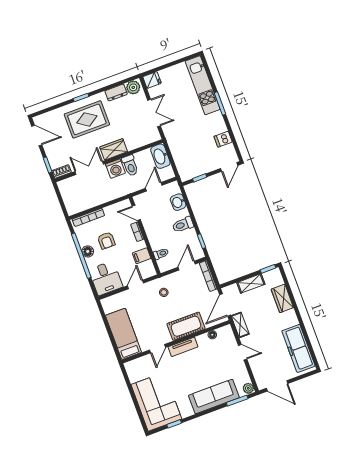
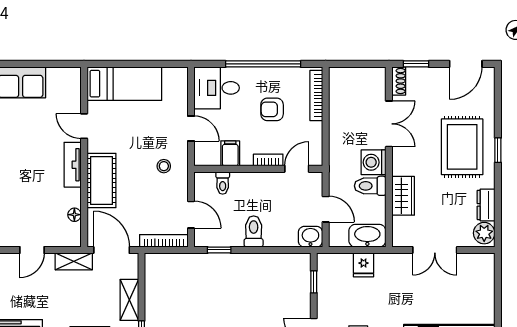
fridge: (152, 80) -> (364, 265), moved
wardrobe: (114, 149) -> (403, 196), moved
washbasin: (178, 202) -> (310, 237), moved
floor lamp: (88, 251) -> (266, 76), removed

